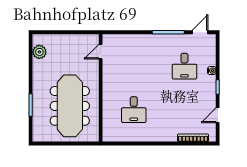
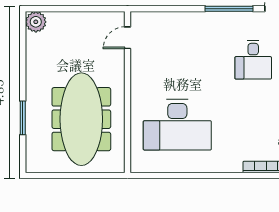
plant: (39, 52) -> (36, 22), moved
desk: (134, 110) -> (177, 125), width x1.87, depth x1.30

